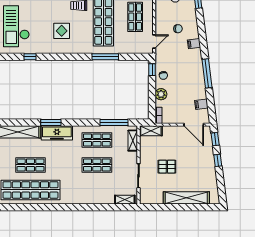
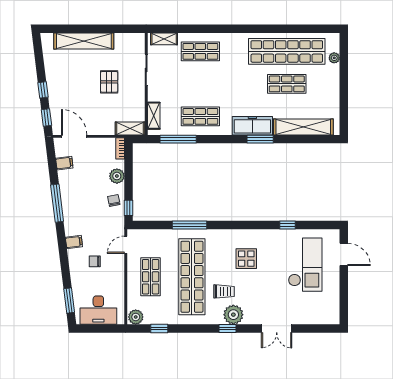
shop shelf: (97, 165) -> (200, 51), moved
pallet: (167, 167) -> (109, 82), turned 90

